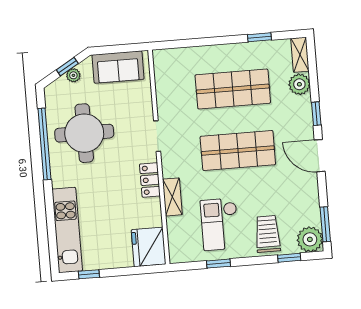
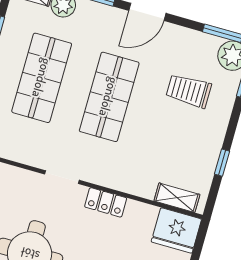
shelving: (172, 197) -> (177, 198), moved
checkout: (220, 224) -> (181, 146), removed
trolley: (268, 234) -> (189, 91), moved

